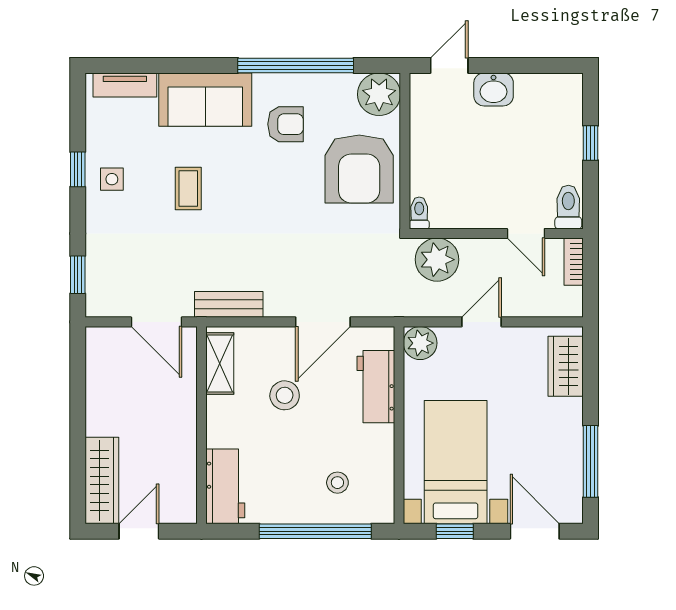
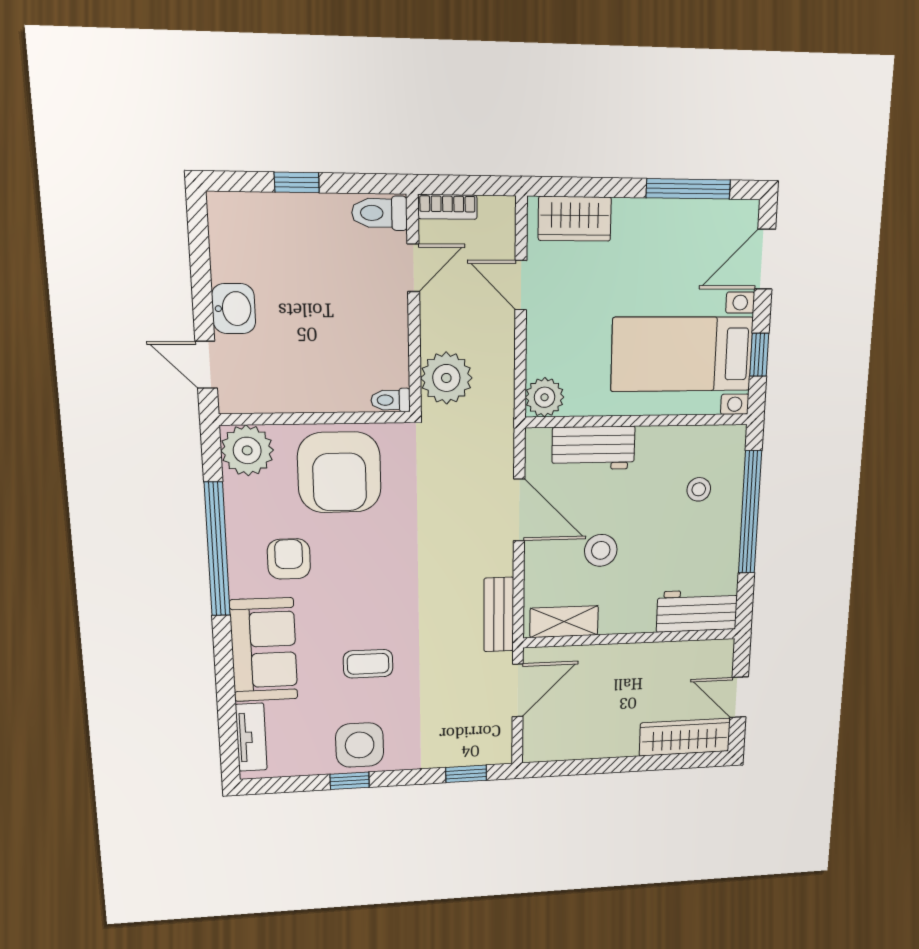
armchair: (359, 169) -> (339, 472), turned 90
side table: (112, 179) -> (360, 745), width x1.87, depth x1.87
door: (482, 322) -> (521, 285), moved

